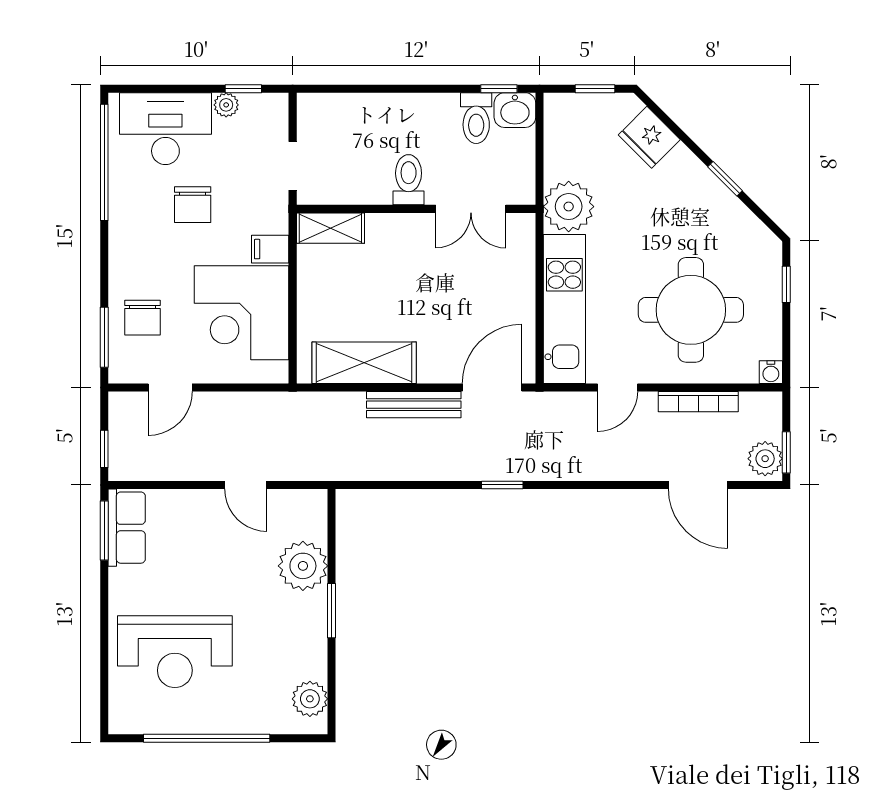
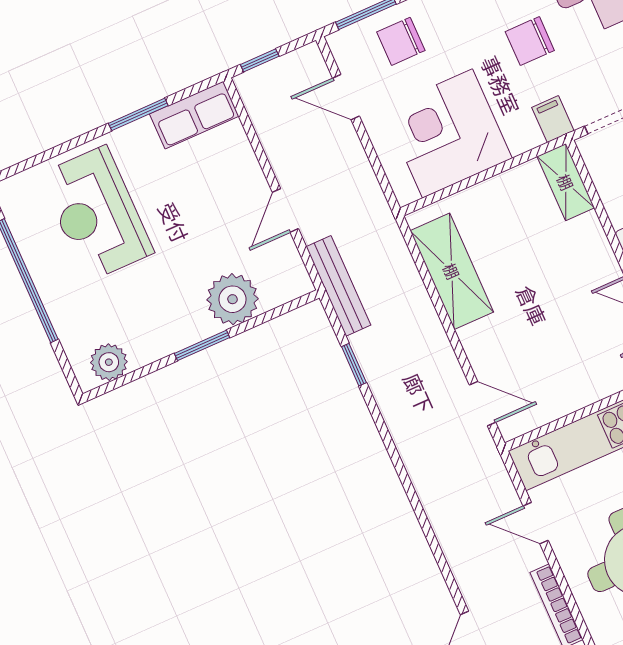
filing cabinet: (270, 249) -> (553, 119), moved
door: (492, 388) -> (483, 404), width x0.73
bench: (414, 405) -> (338, 286), moved
window: (502, 485) -> (354, 365), moved
window: (104, 530) -> (138, 114), moved

